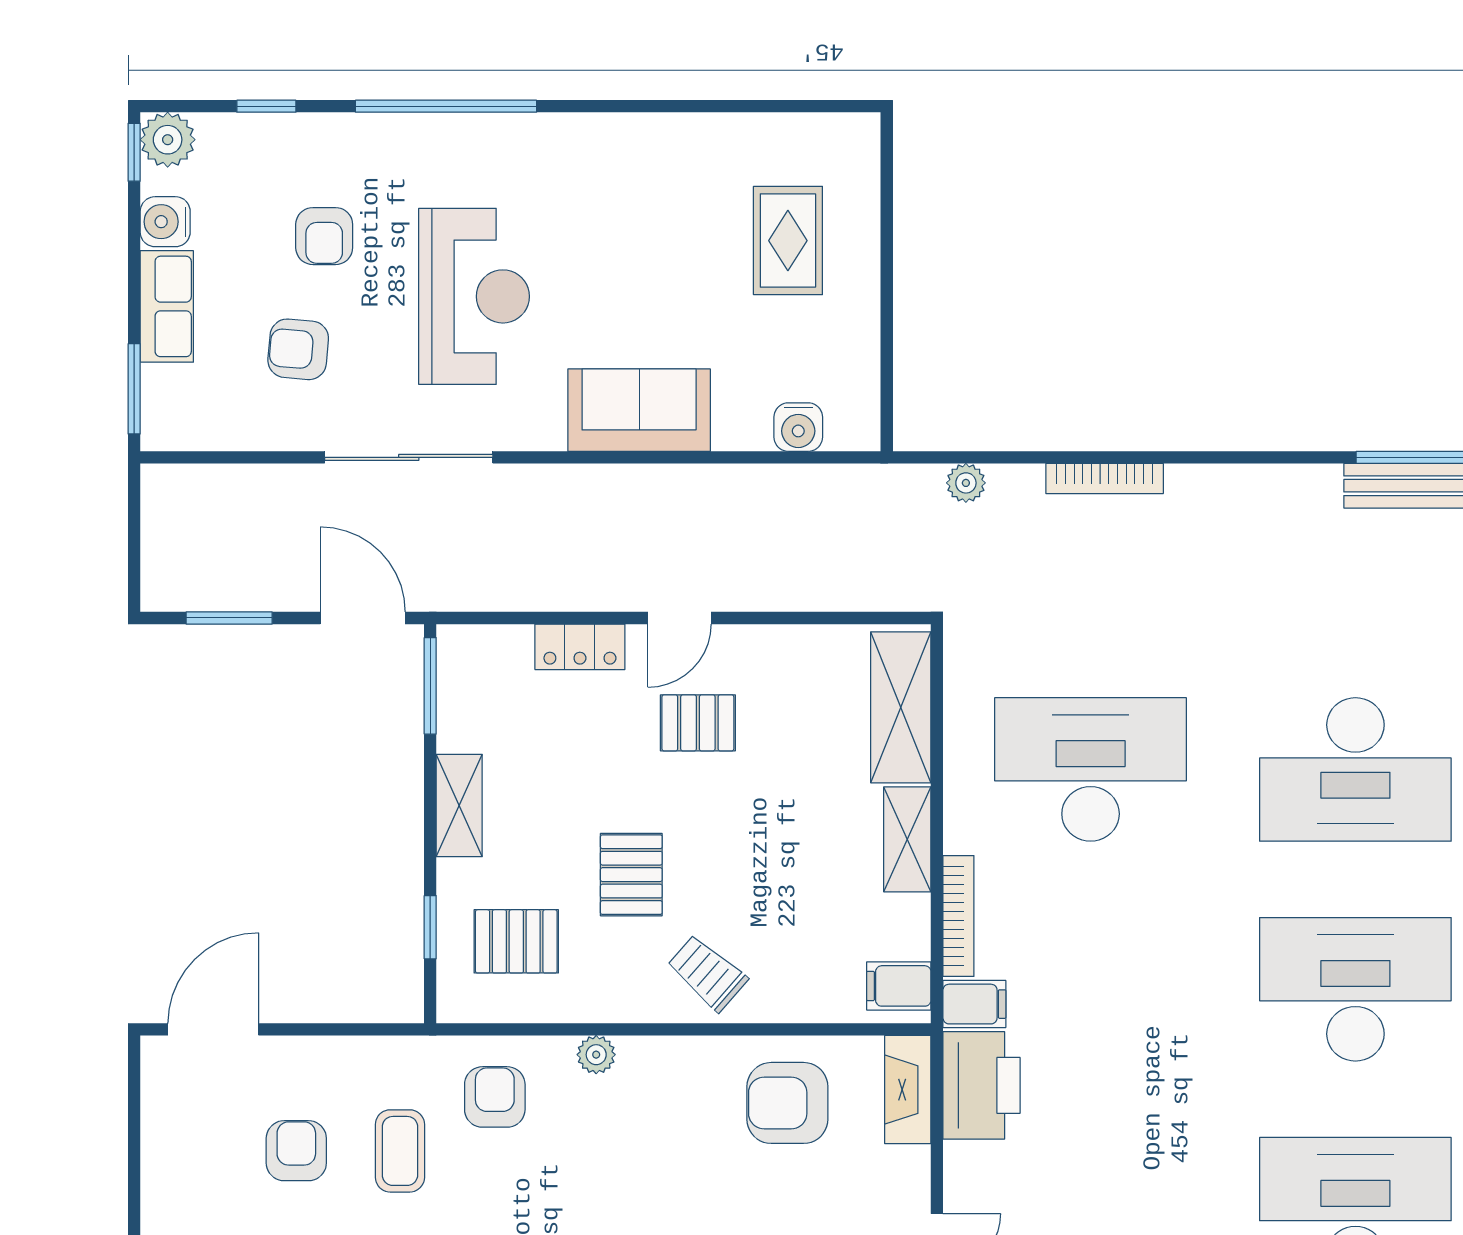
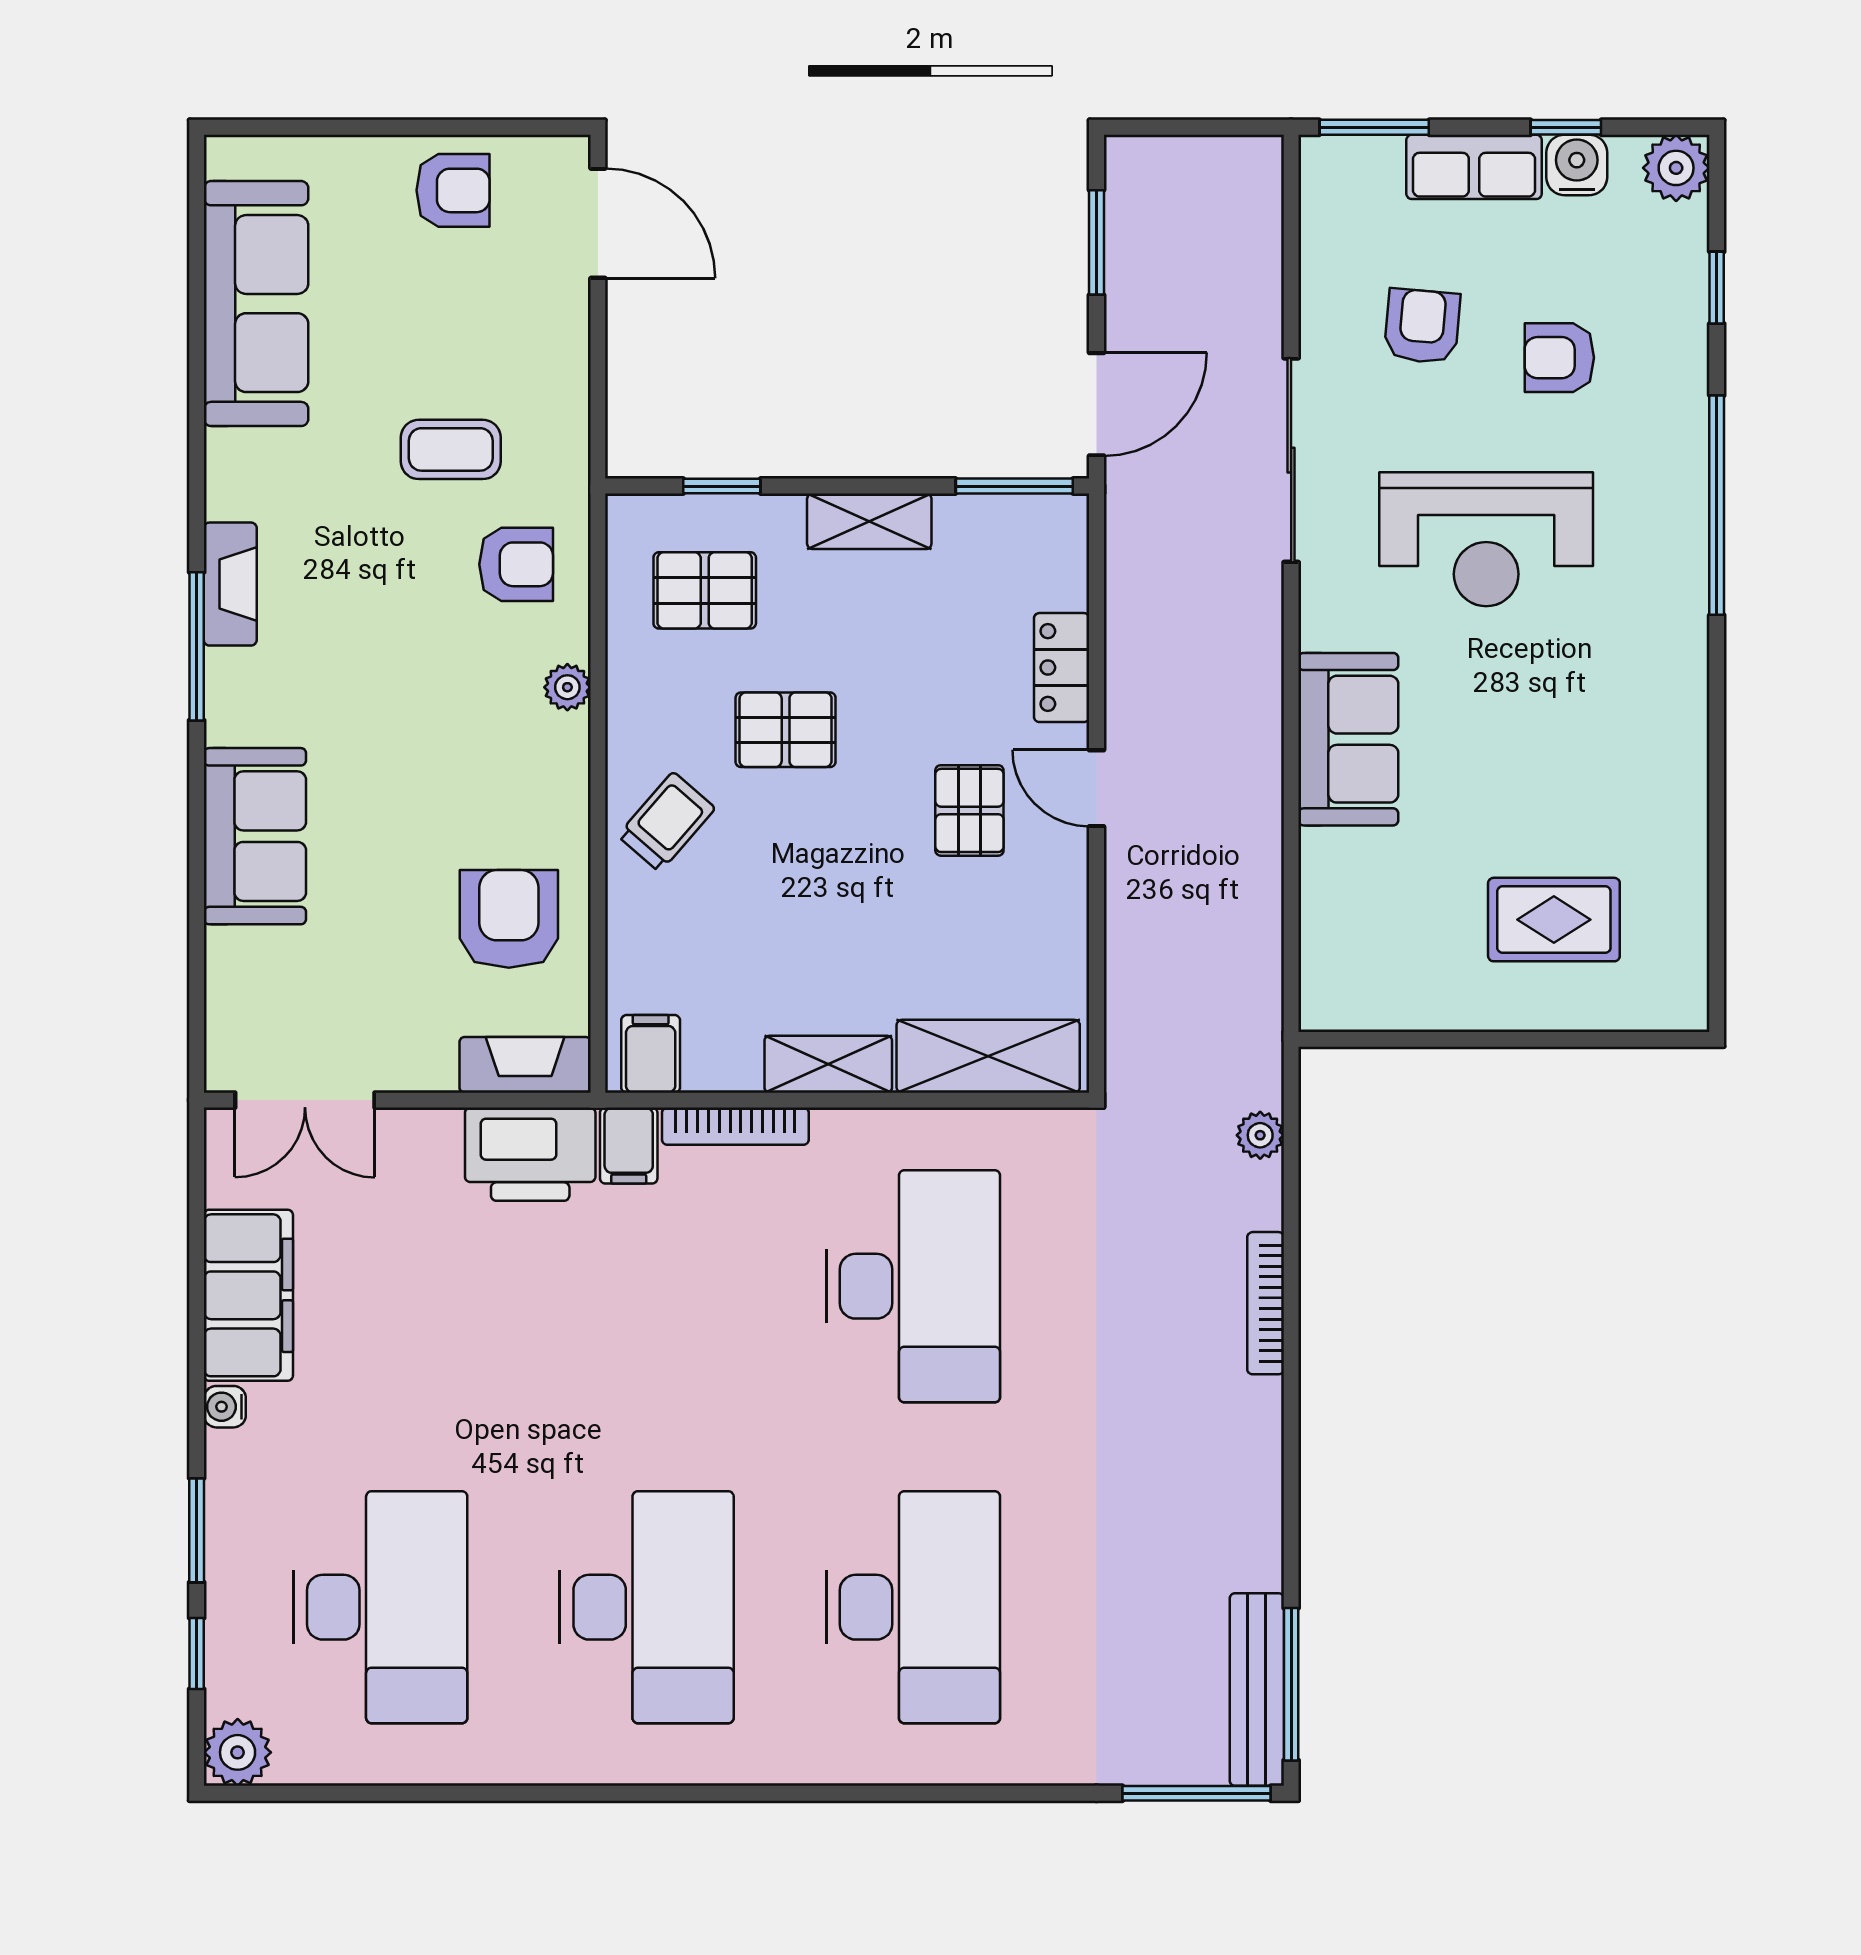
window: (134, 152) -> (1566, 127), moved
water cooler: (798, 427) -> (1328, 932), removed
desk: (1355, 769) -> (913, 1607), turned 180
pallet: (516, 941) -> (705, 590), turned 90
armchair: (296, 1151) -> (453, 190), moved

